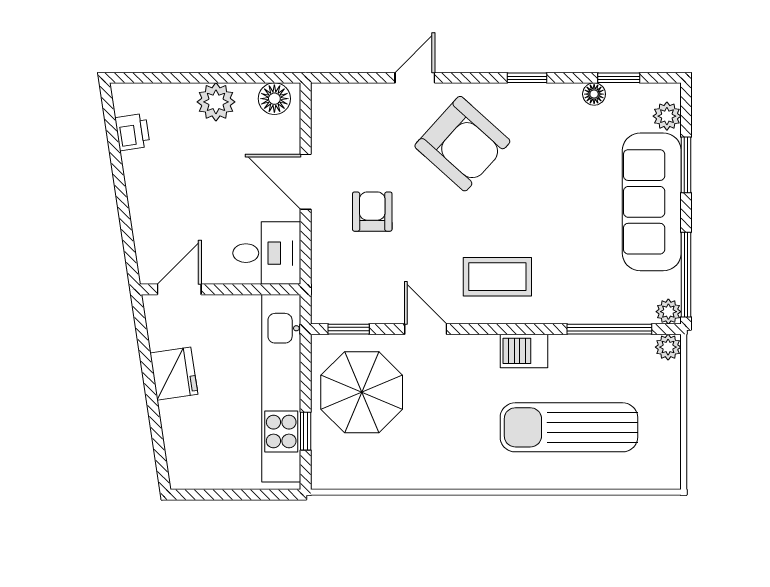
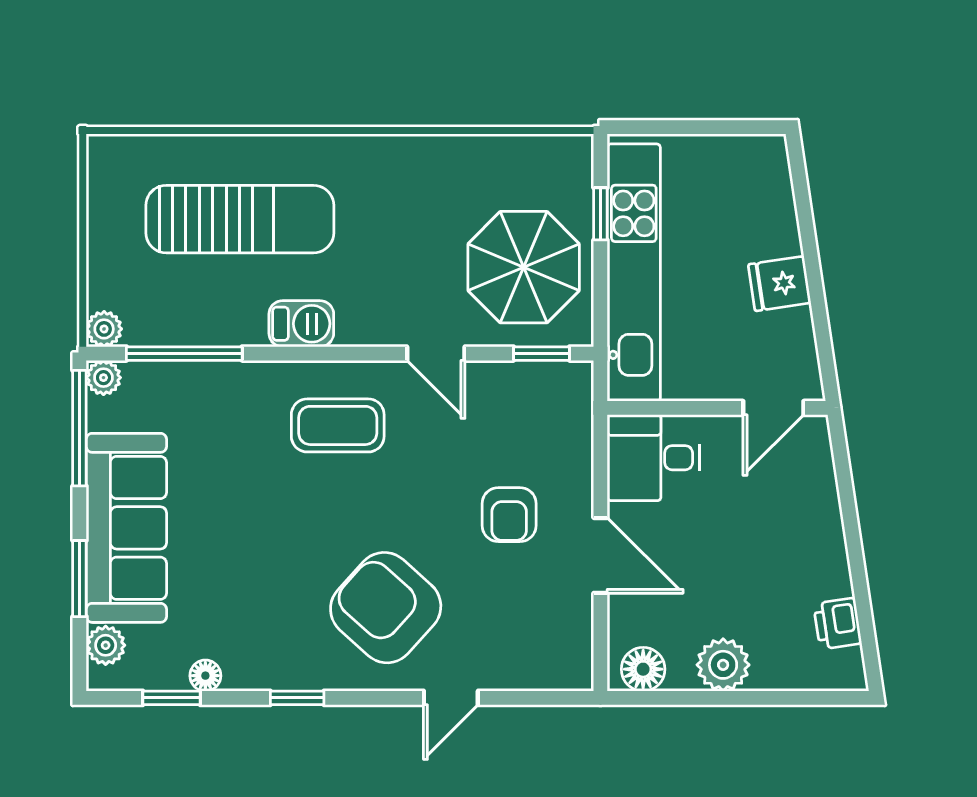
fridge: (174, 374) -> (779, 284), width x0.72

